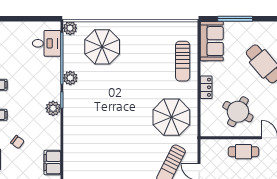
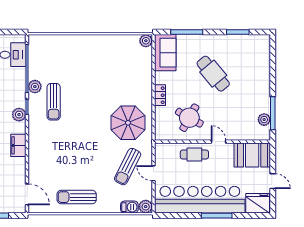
plant: (70, 28) -> (146, 41), moved
parasol: (102, 47) -> (64, 58), removed
sun lounger: (183, 61) -> (54, 102), moved
filing cabinet: (52, 163) -> (18, 145), moved

